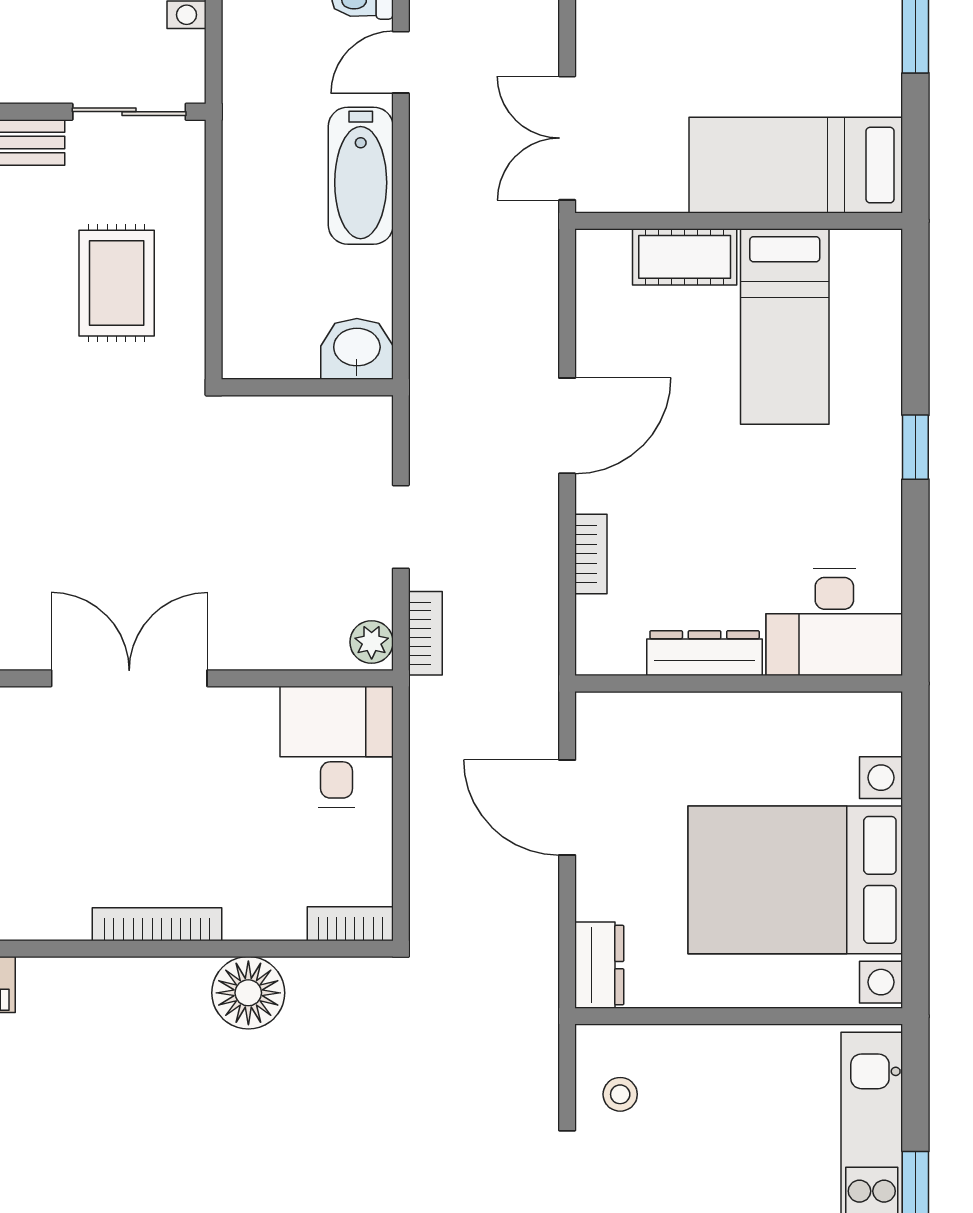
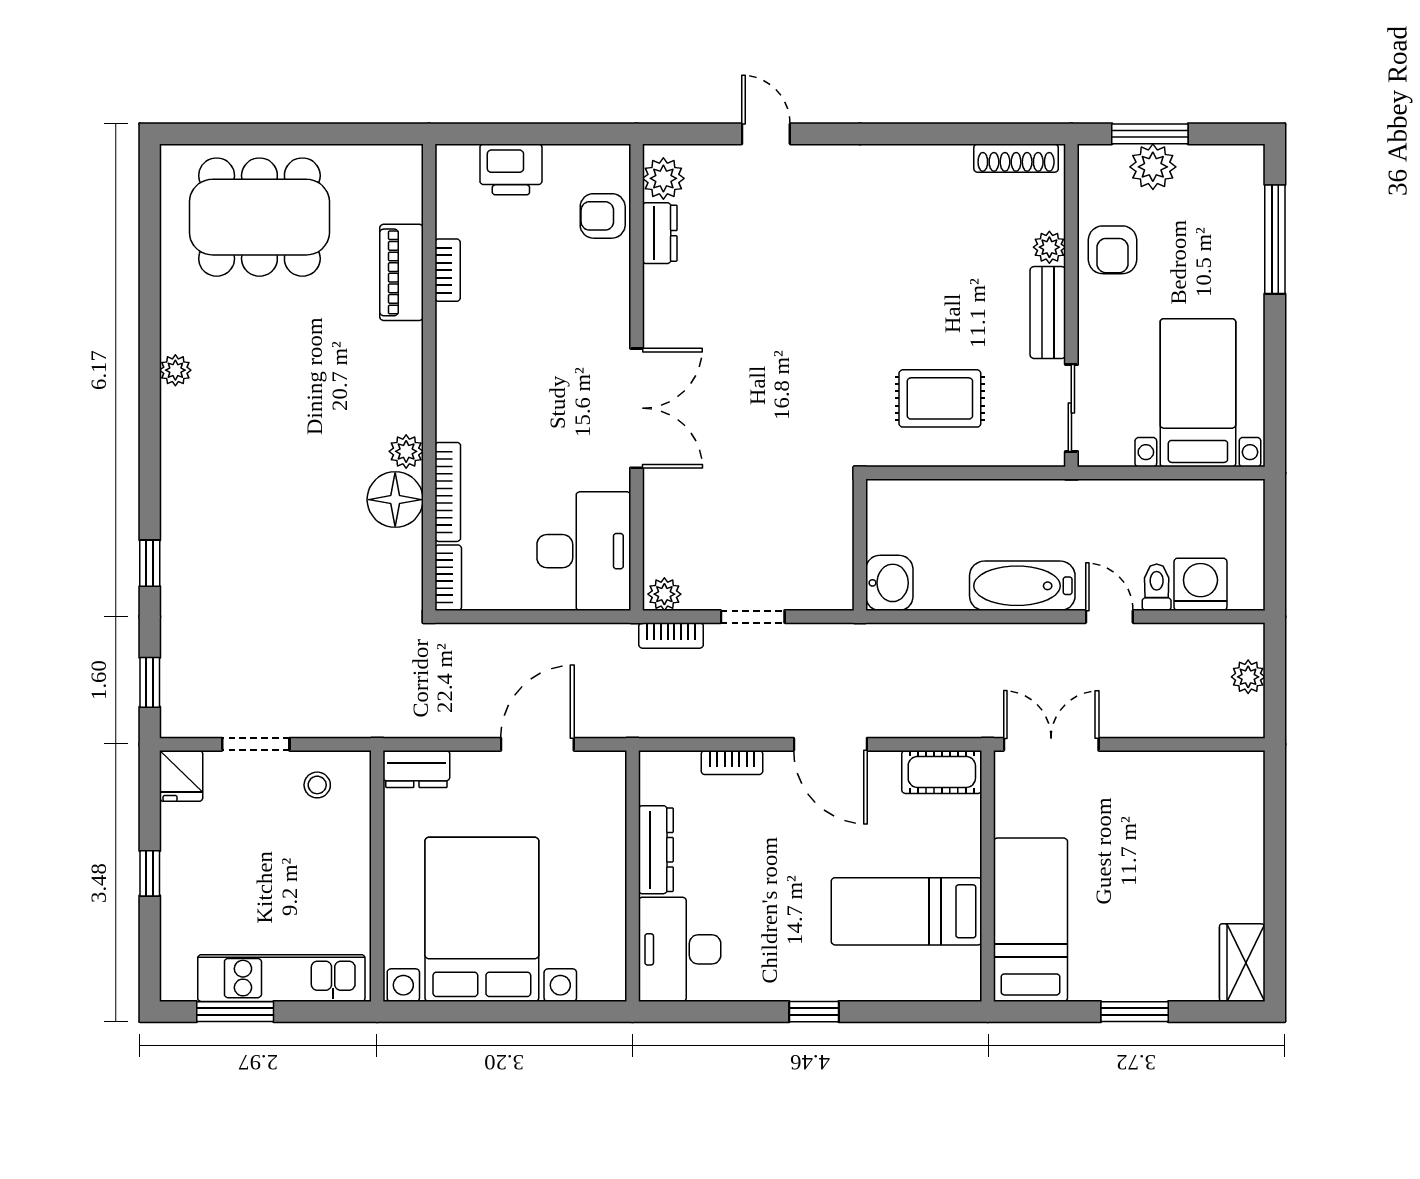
cot: (685, 257) -> (942, 772), moved, turned 90
desk: (337, 747) -> (584, 551), width x1.37
bookcase: (157, 924) -> (448, 492), moved
plant: (186, 978) -> (406, 451), added

